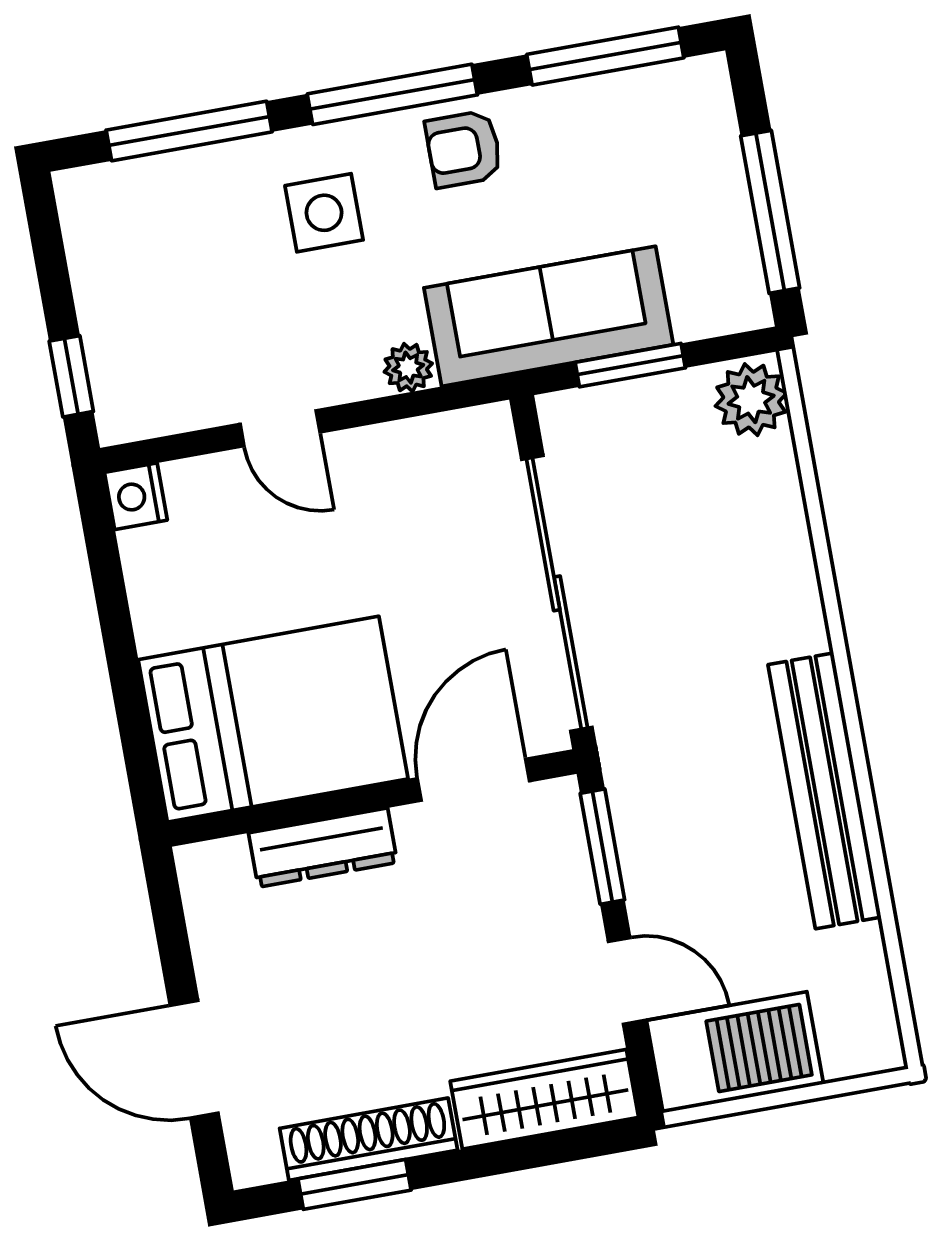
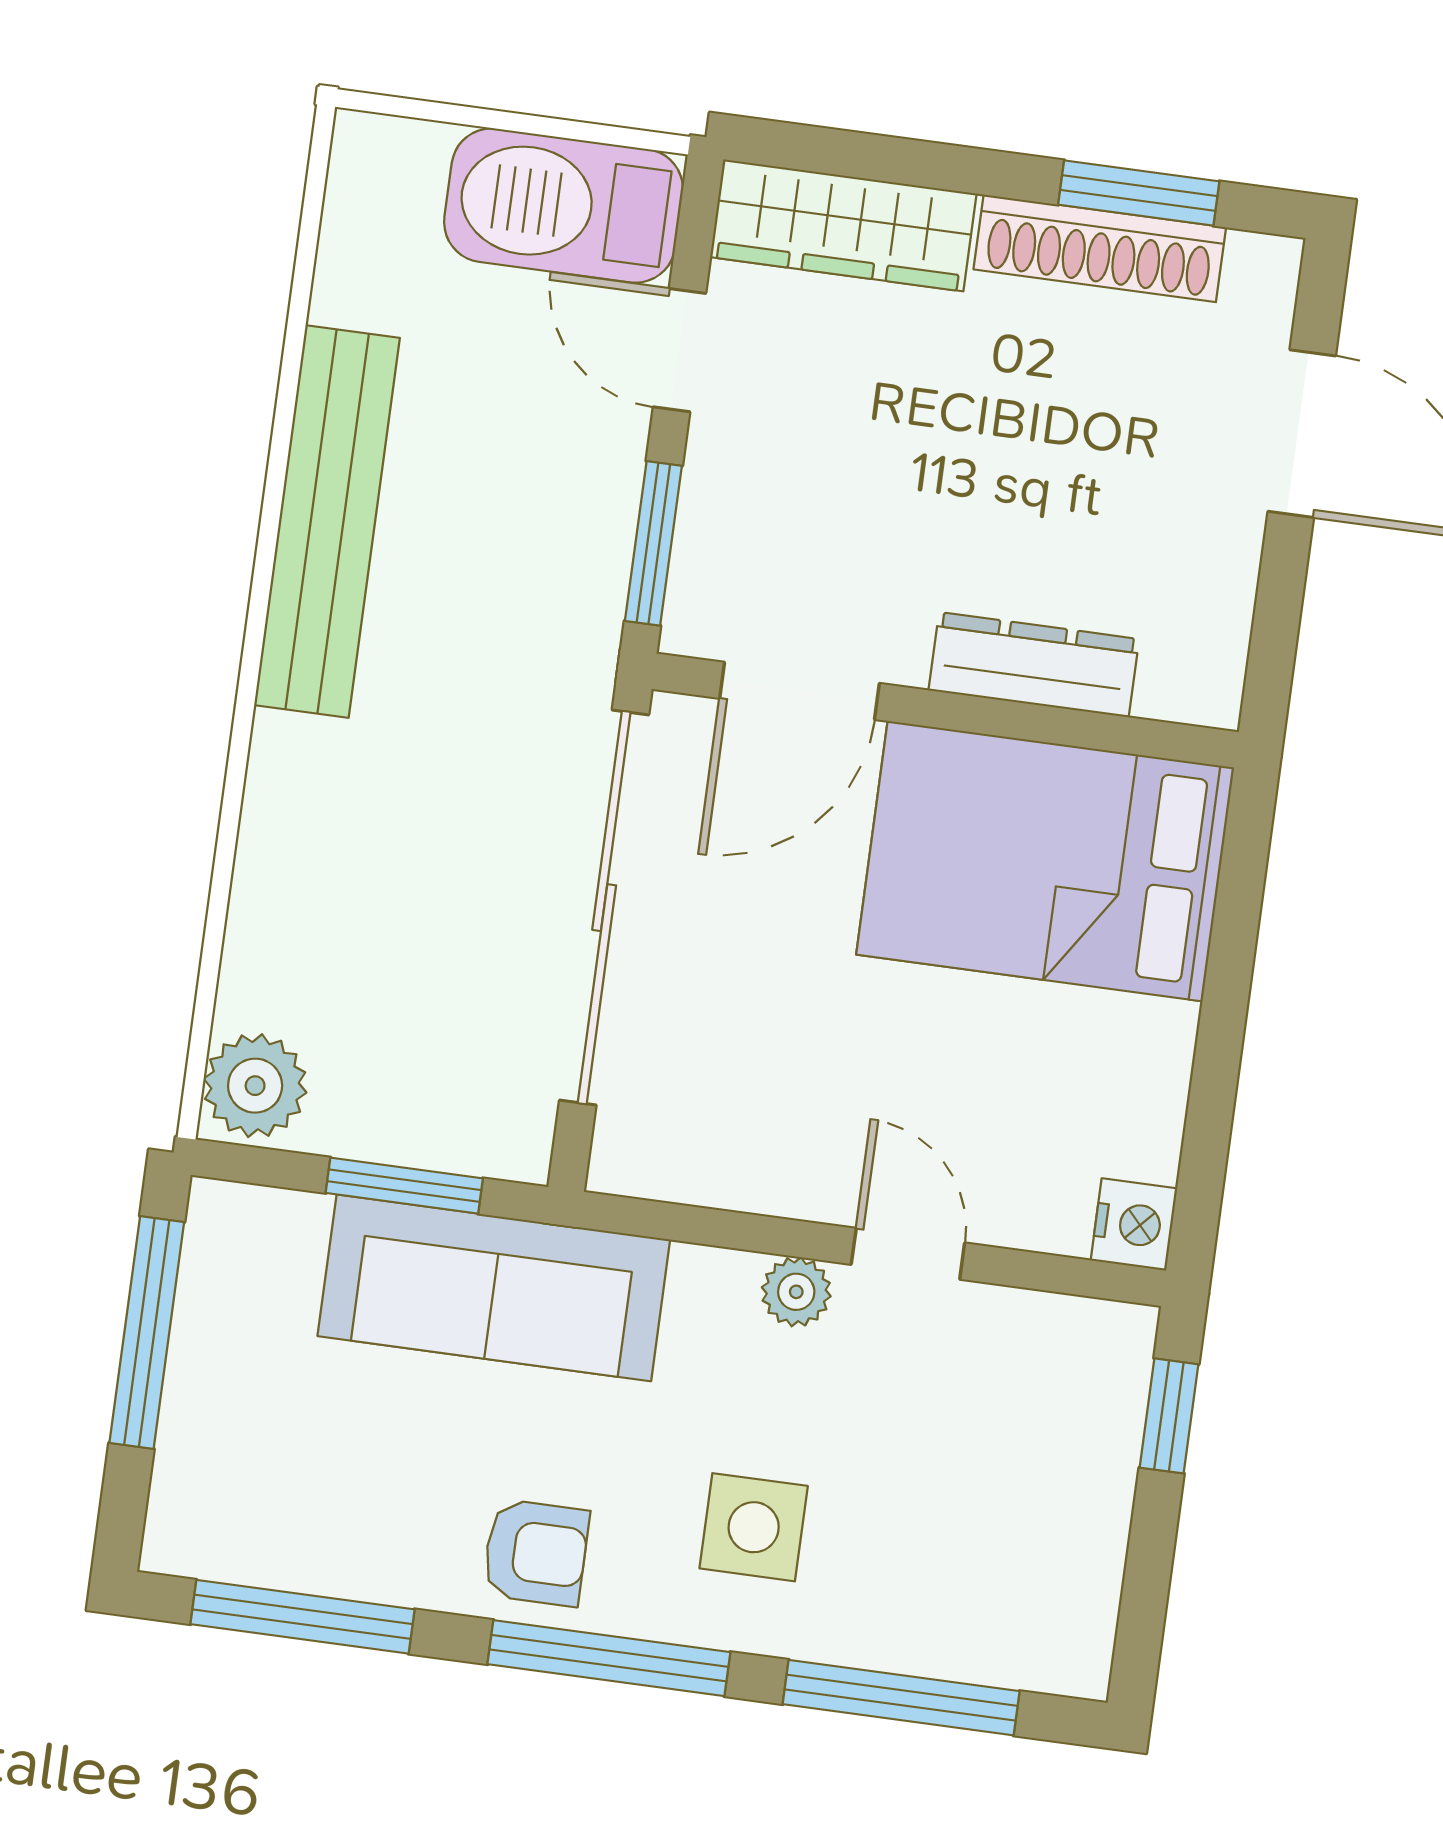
plant: (408, 368) -> (796, 1292), moved

